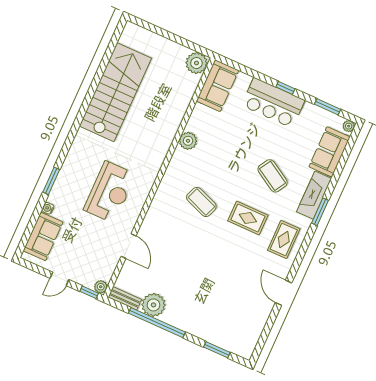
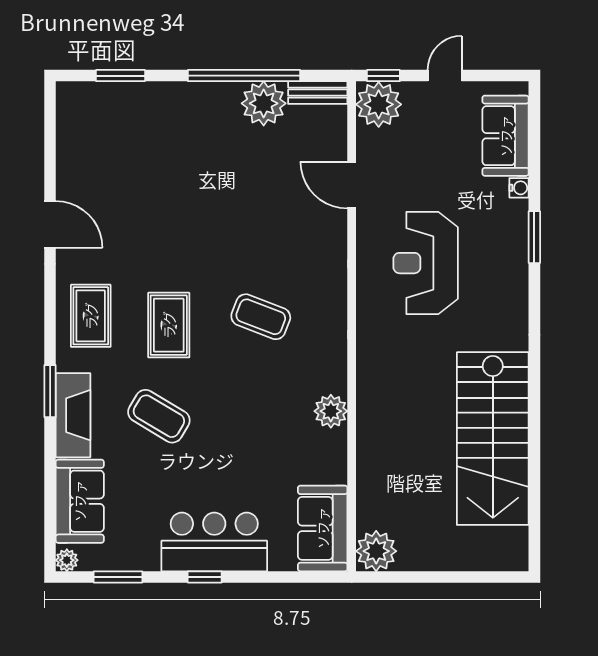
rug: (248, 218) -> (169, 325), turned 90
plant: (101, 287) -> (379, 104), width x1.88, depth x1.88

